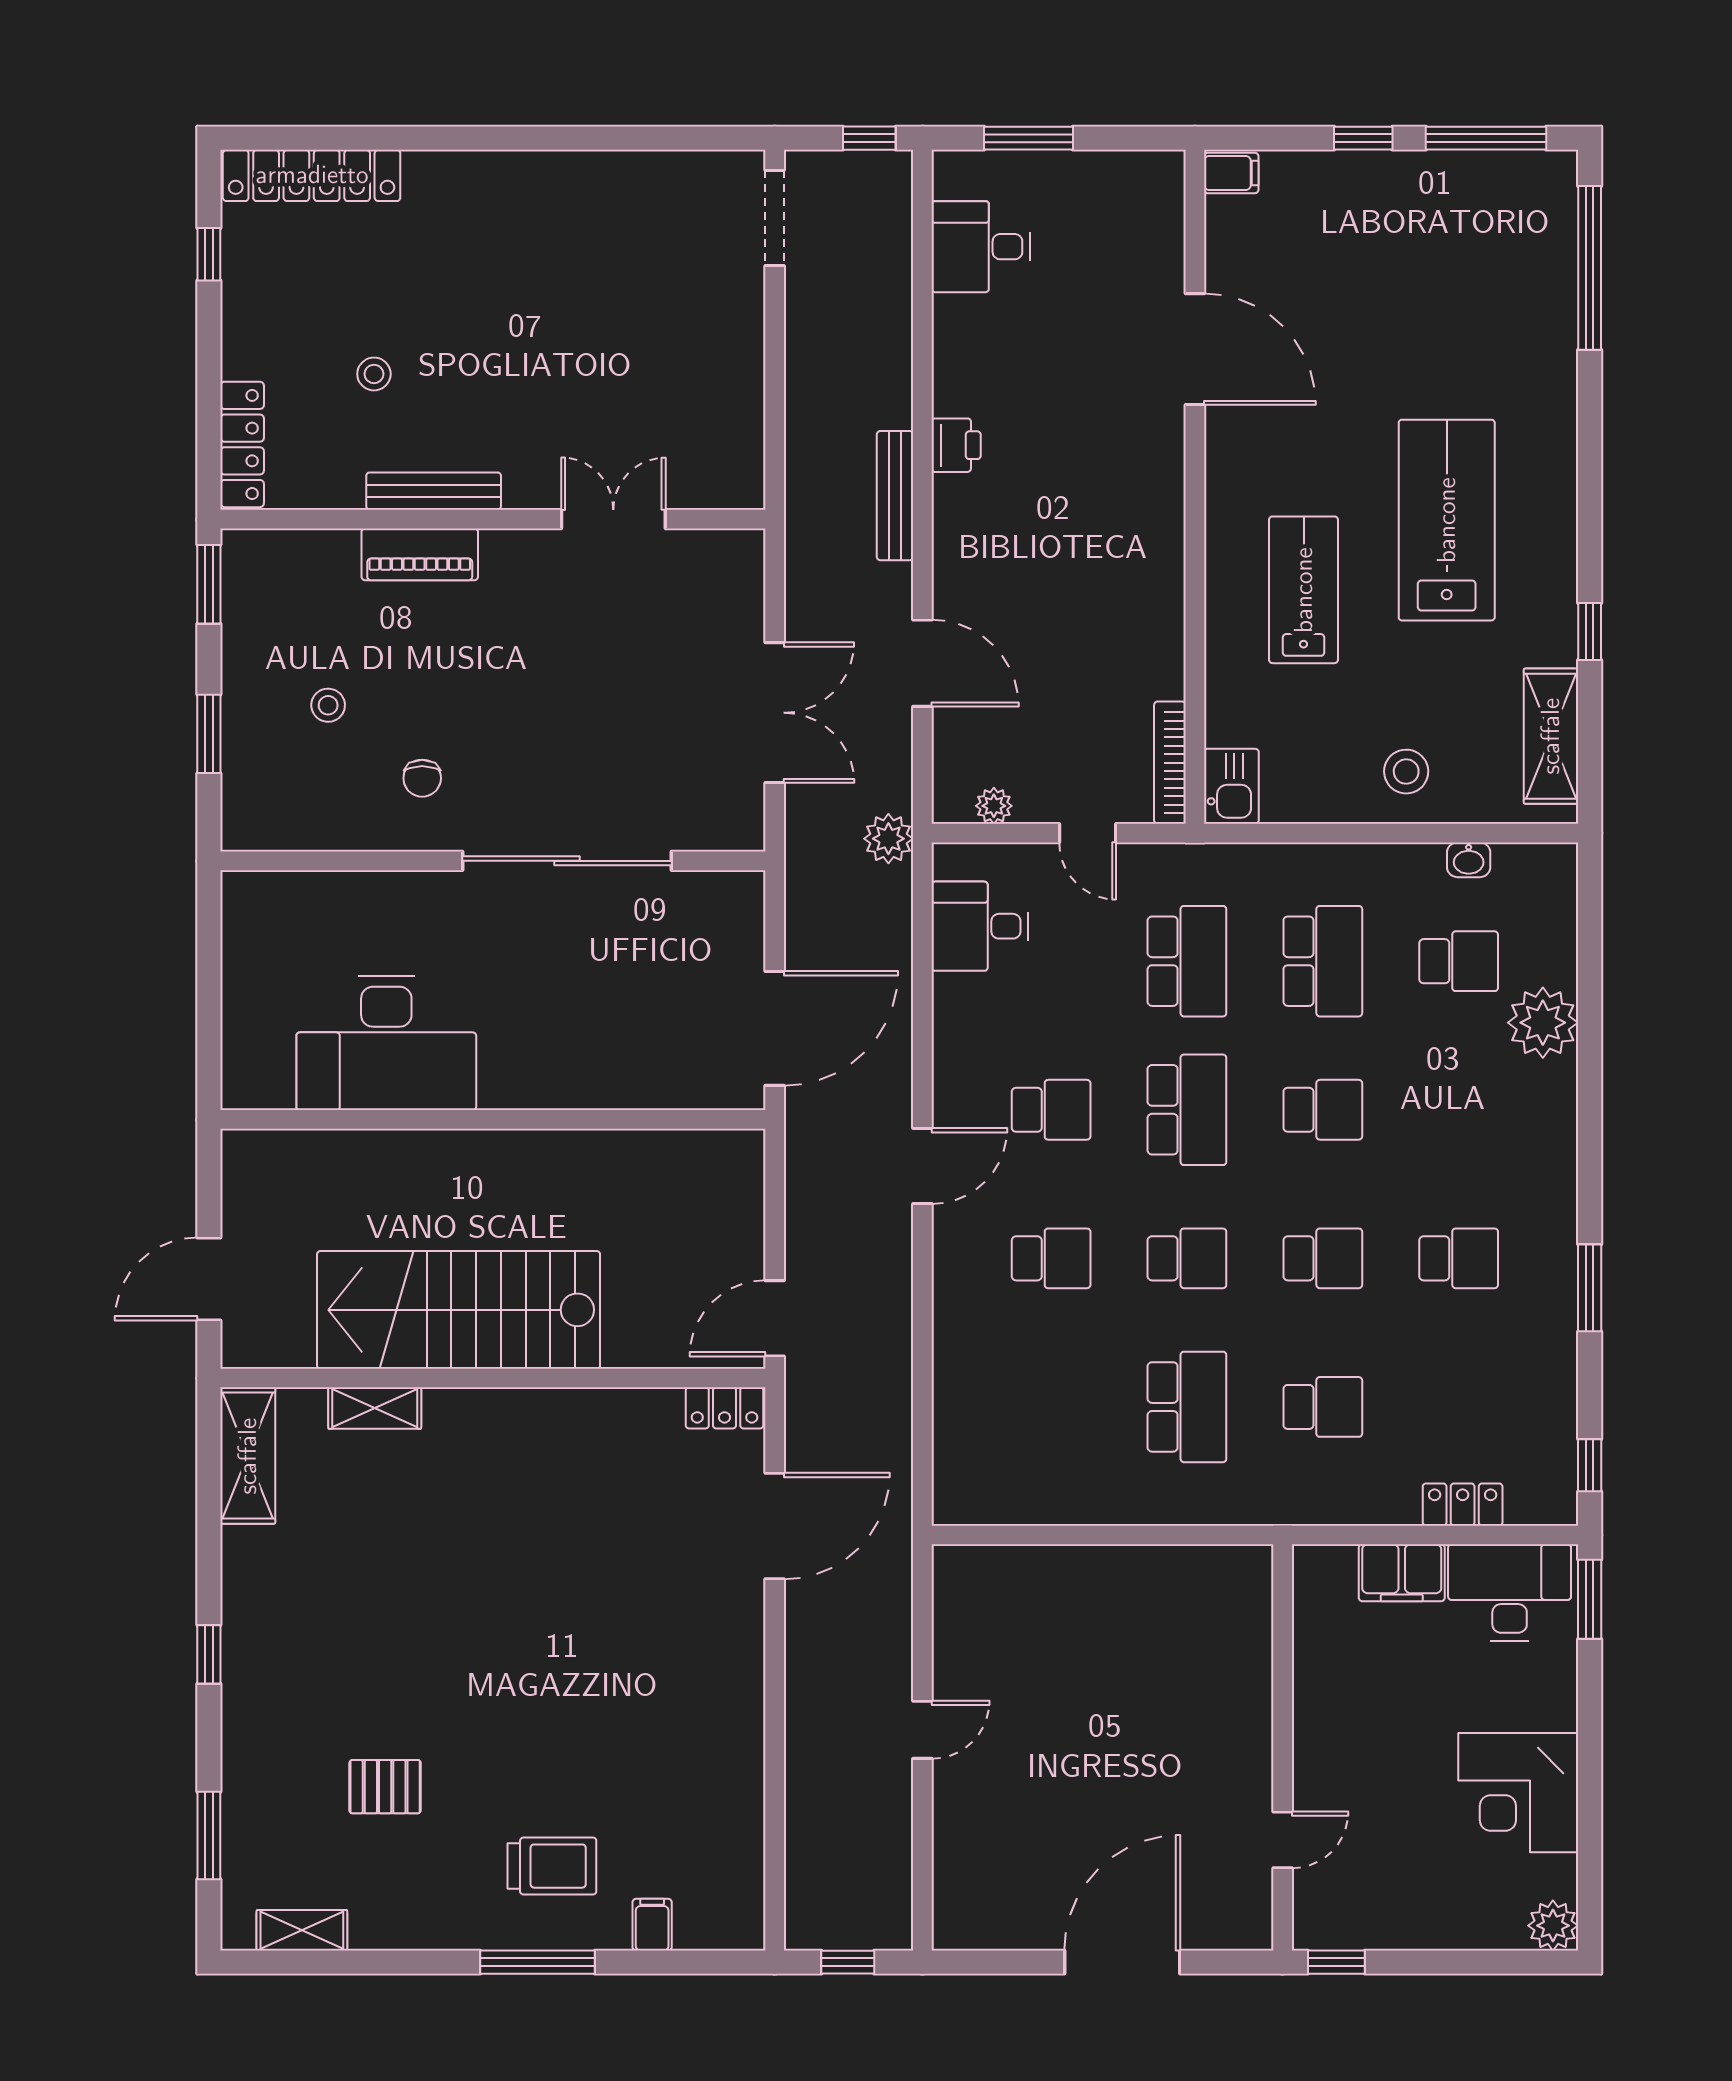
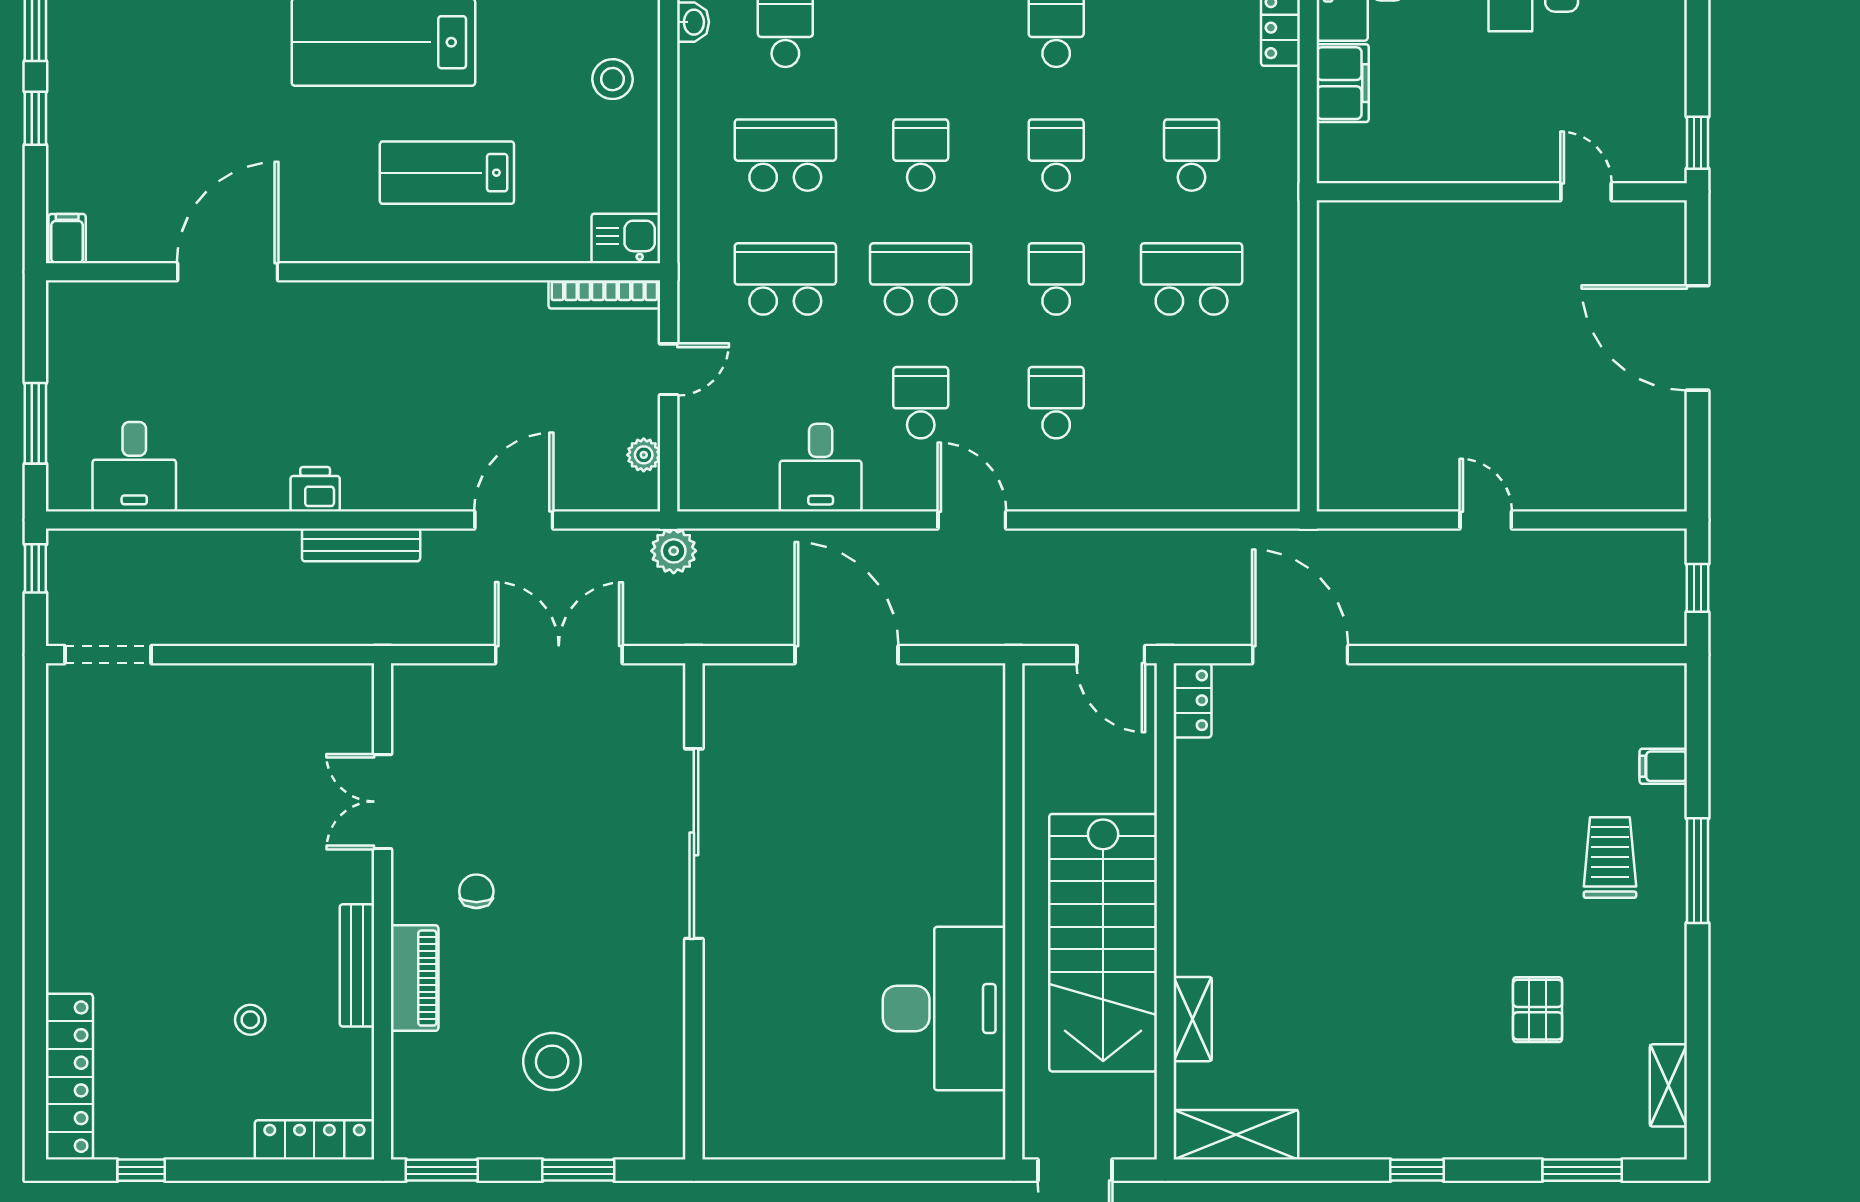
stool: (328, 705) -> (552, 1062), width x1.89, depth x1.89
chair: (422, 778) -> (476, 891), moved, turned -90
desk: (980, 926) -> (821, 468), moved
desk: (386, 1043) -> (944, 1009), moved
wall: (493, 1119) -> (1014, 911), moved

